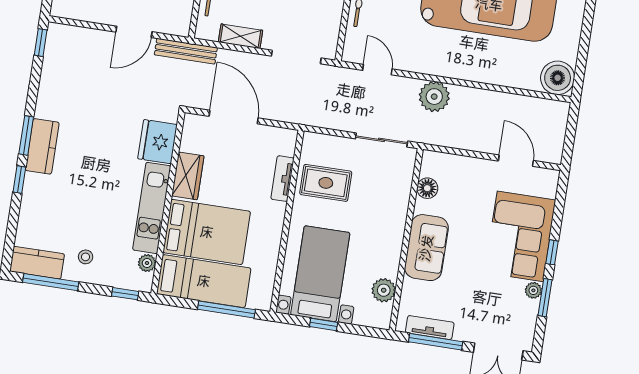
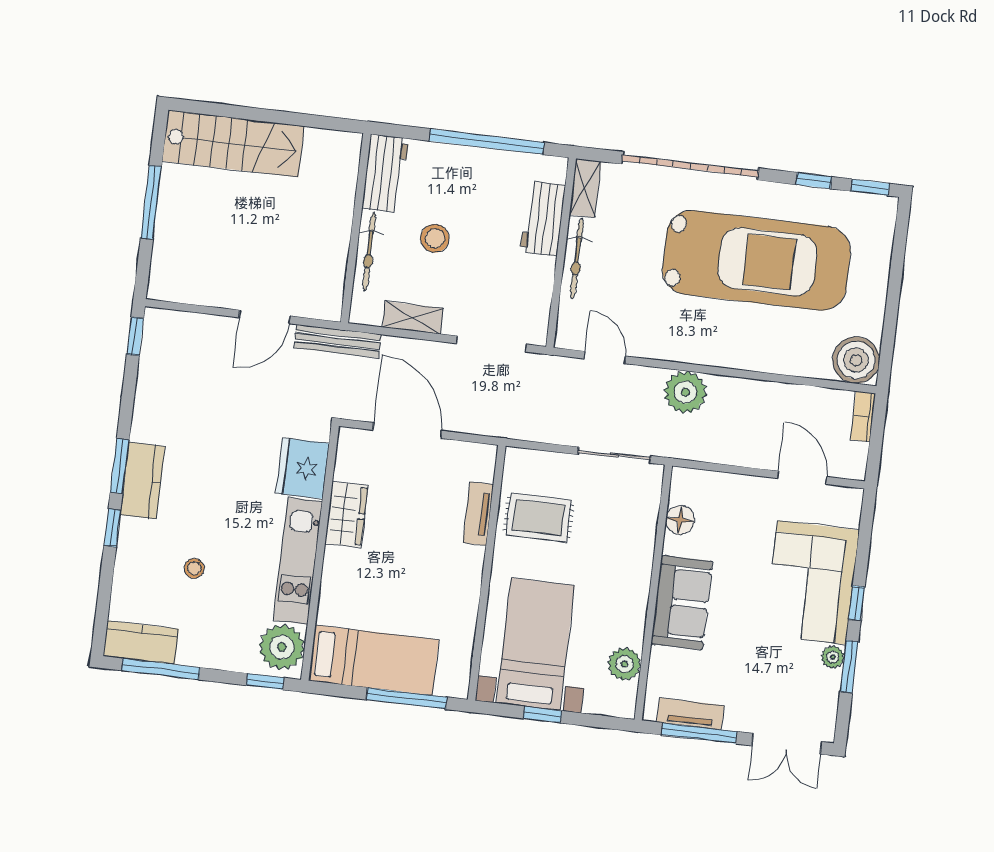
bookcase: (561, 118) -> (863, 417), added
bed: (207, 232) -> (375, 592), removed
stool: (86, 257) -> (194, 568), moved
plant: (147, 263) -> (282, 647), width x1.87, depth x1.87

